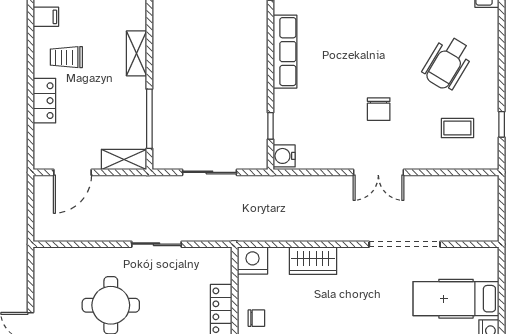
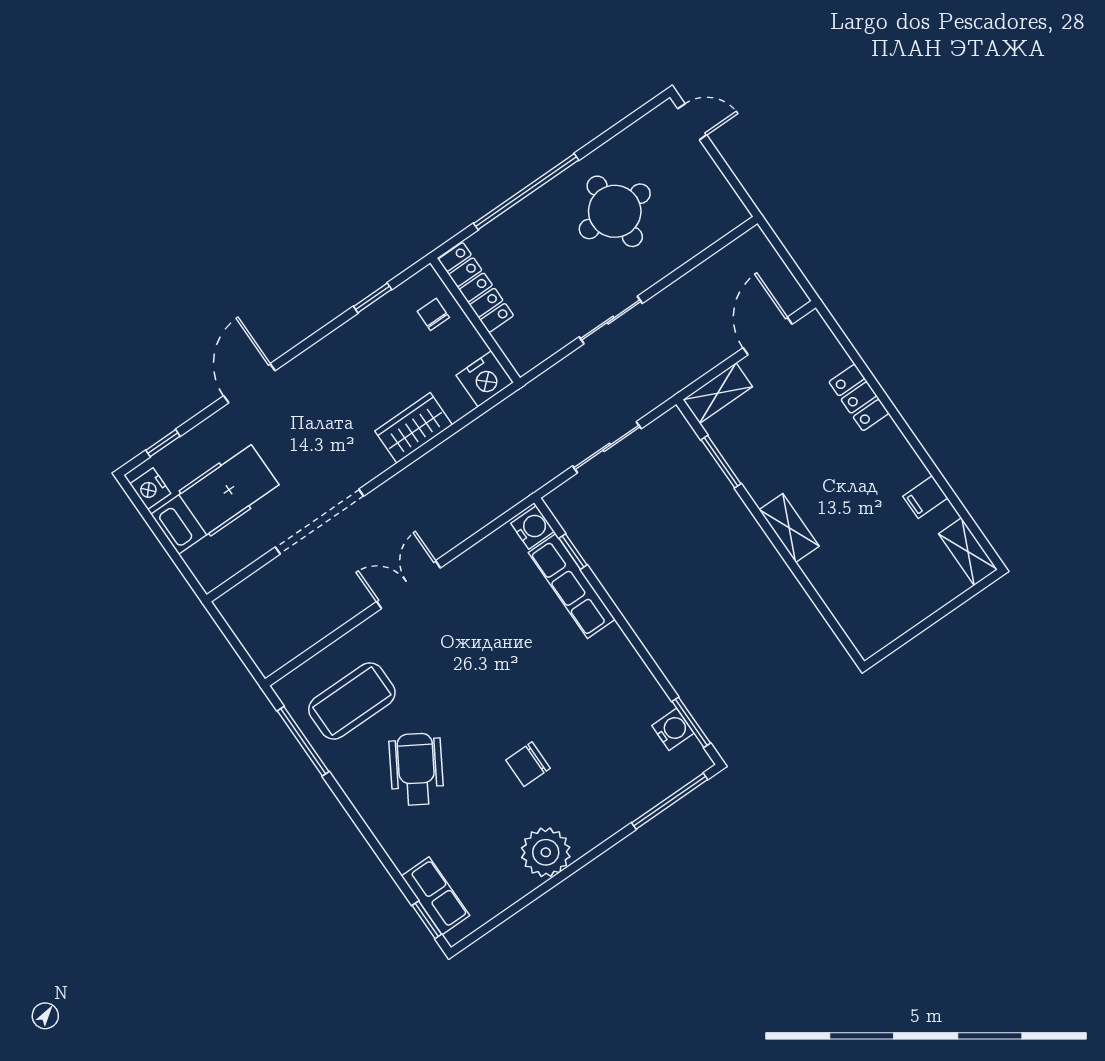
row of seats: (285, 52) -> (572, 586), moved
trolley: (66, 57) -> (869, 466), removed
chair: (379, 109) -> (528, 764), moved, turned -90
window: (149, 119) -> (721, 462), width x0.69
window: (502, 124) -> (303, 741), width x2.17
coffee table: (457, 128) -> (352, 701), width x1.86, depth x1.72
chair: (256, 318) -> (433, 314), turned 90

